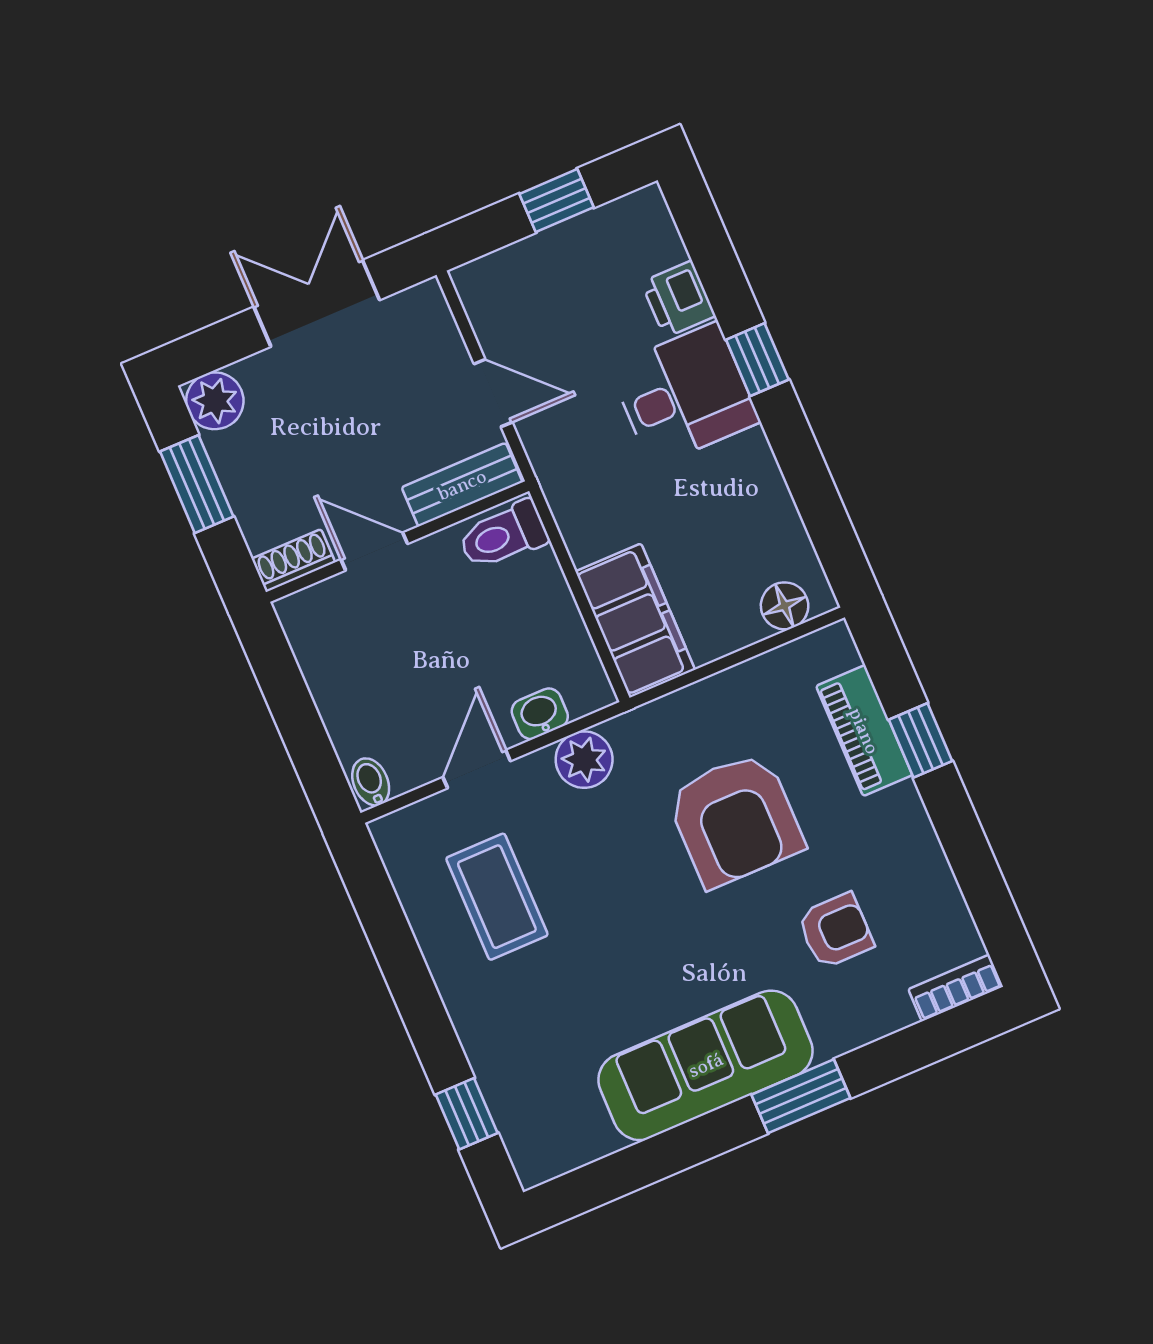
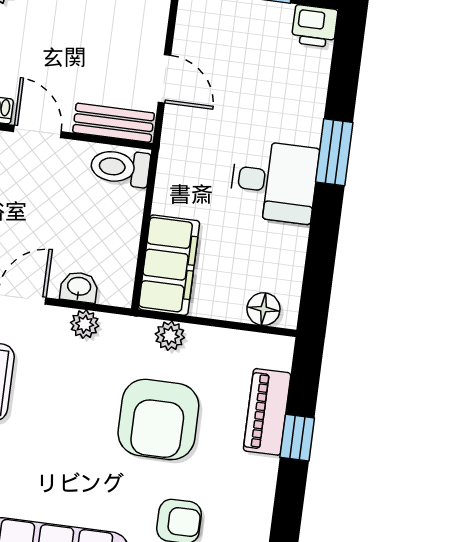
printer: (678, 299) -> (315, 26), moved, turned -90
window: (757, 360) -> (334, 152), width x1.50
desk: (684, 395) -> (274, 182), moved
plant: (688, 707) -> (170, 336), added
plant: (584, 760) -> (85, 324), width x0.73, depth x0.73

